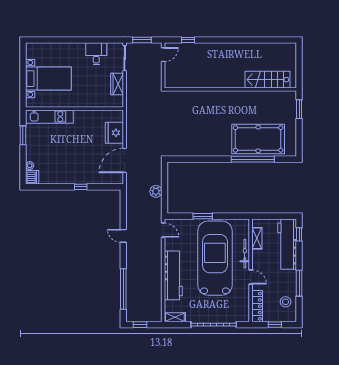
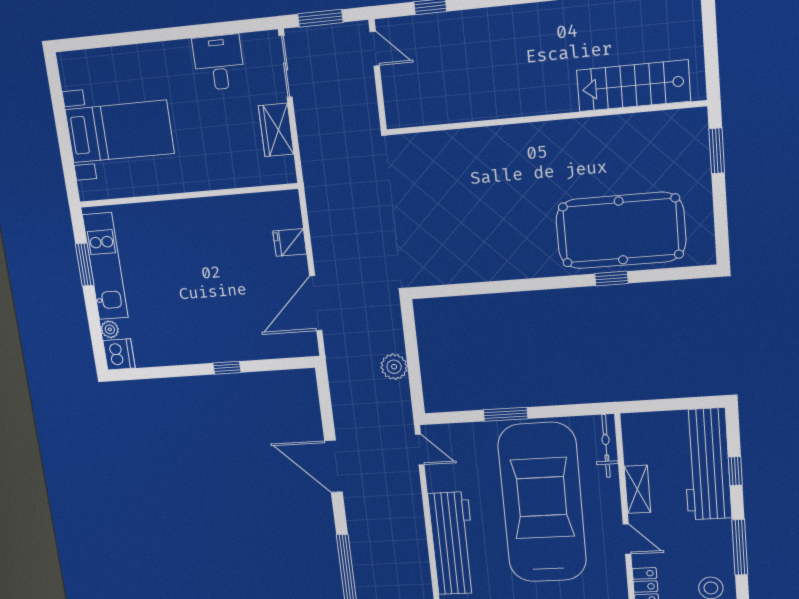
door: (163, 55) -> (375, 49), hinge flipped
kitchen unit: (49, 117) -> (105, 266), moved, turned -90
fridge: (114, 133) -> (290, 242), width x0.53, depth x0.75
window: (253, 159) -> (611, 278), width x0.32
window: (299, 234) -> (735, 471), moved
door: (123, 236) -> (333, 466), width x1.88
shelving: (257, 238) -> (637, 489), moved
bicycle: (245, 254) -> (606, 446), moved

